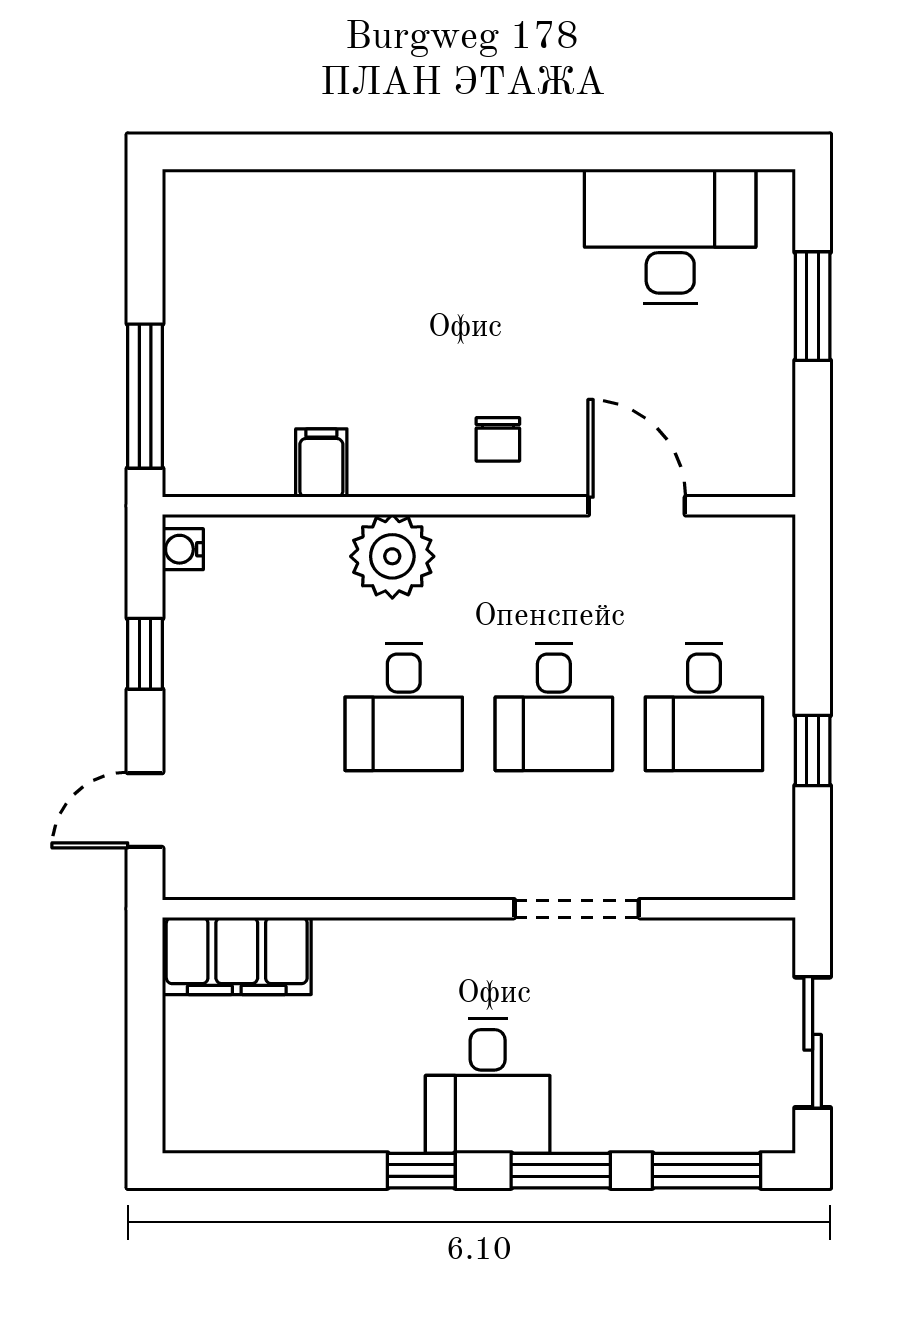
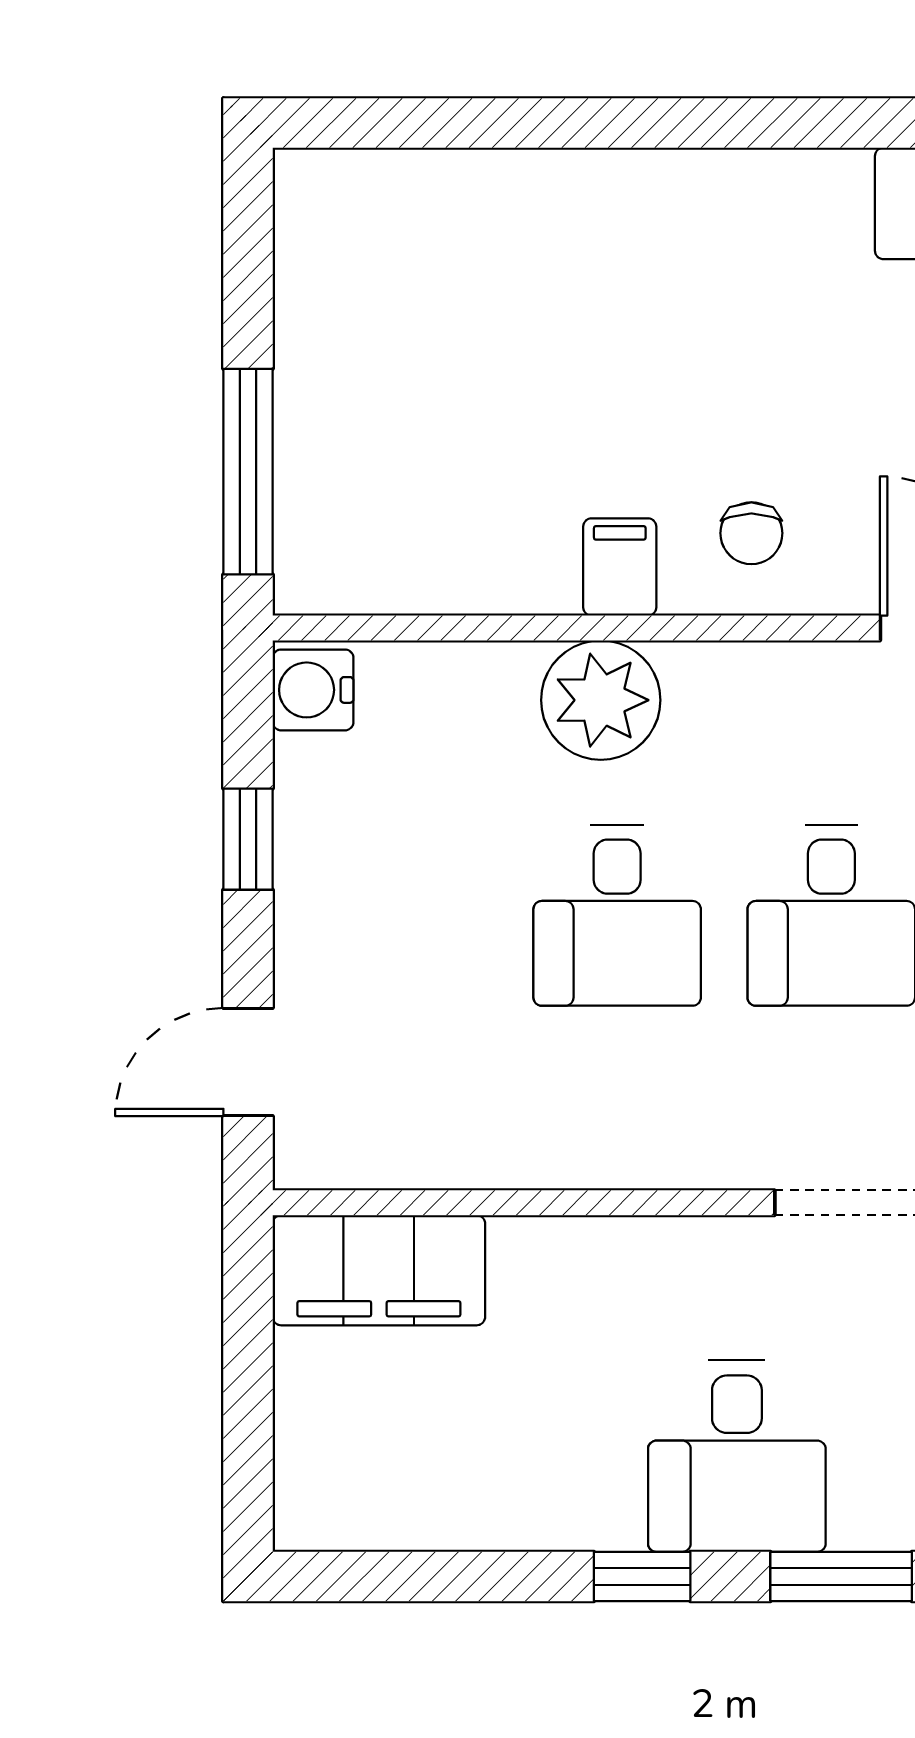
filing cabinet: (321, 463) -> (620, 567), moved
water cooler: (183, 549) -> (313, 690), width x1.38, depth x1.38

